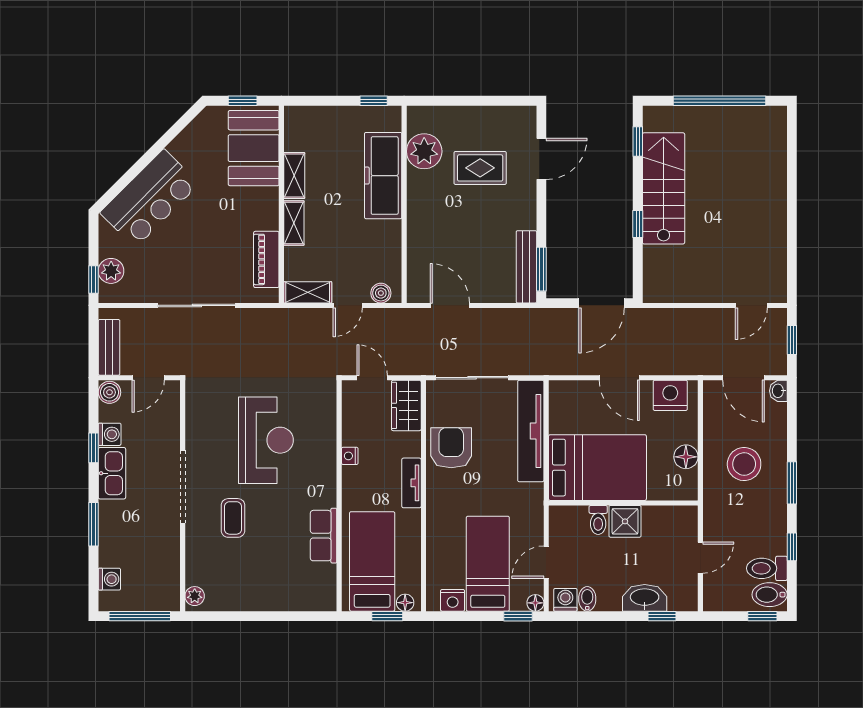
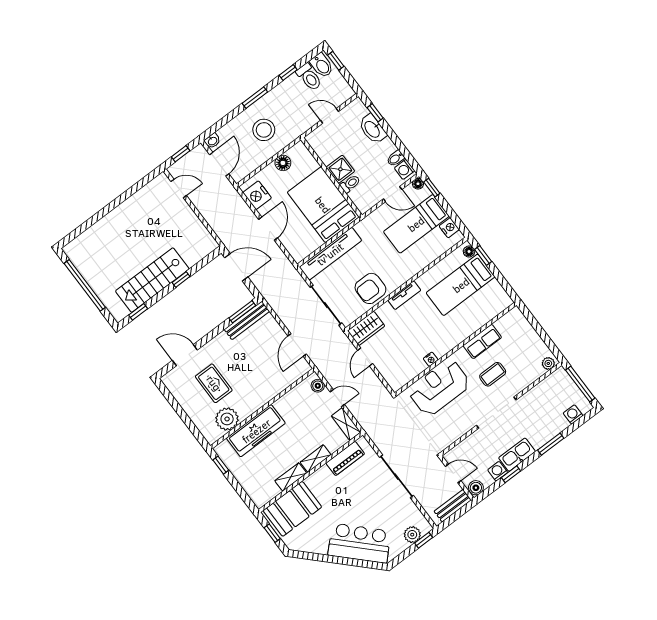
nightstand: (350, 456) -> (431, 359), moved
wall: (339, 496) -> (455, 349), moved
row of seats: (324, 536) -> (482, 341), moved

